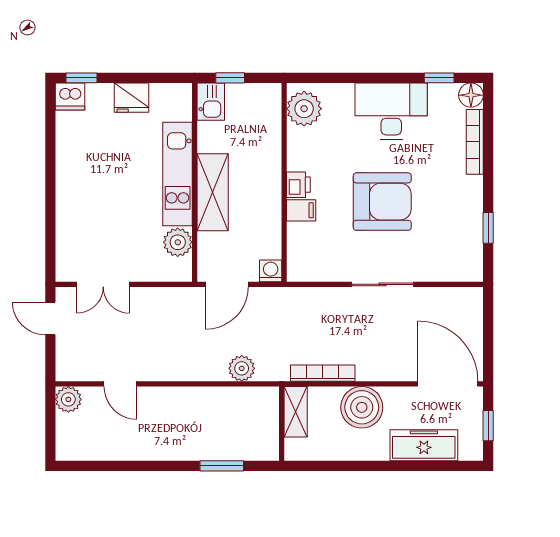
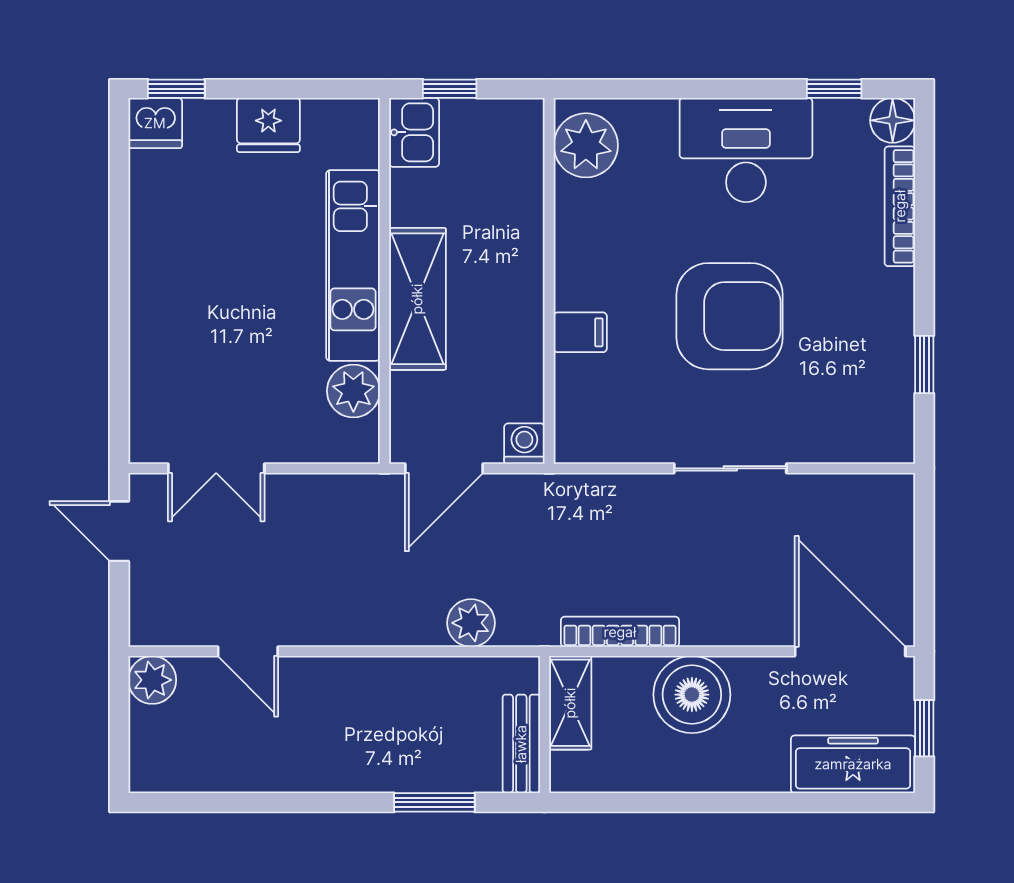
printer: (298, 185) -> (575, 285), removed
bench: (269, 434) -> (521, 744), added
freezer: (424, 445) -> (853, 764), moved

